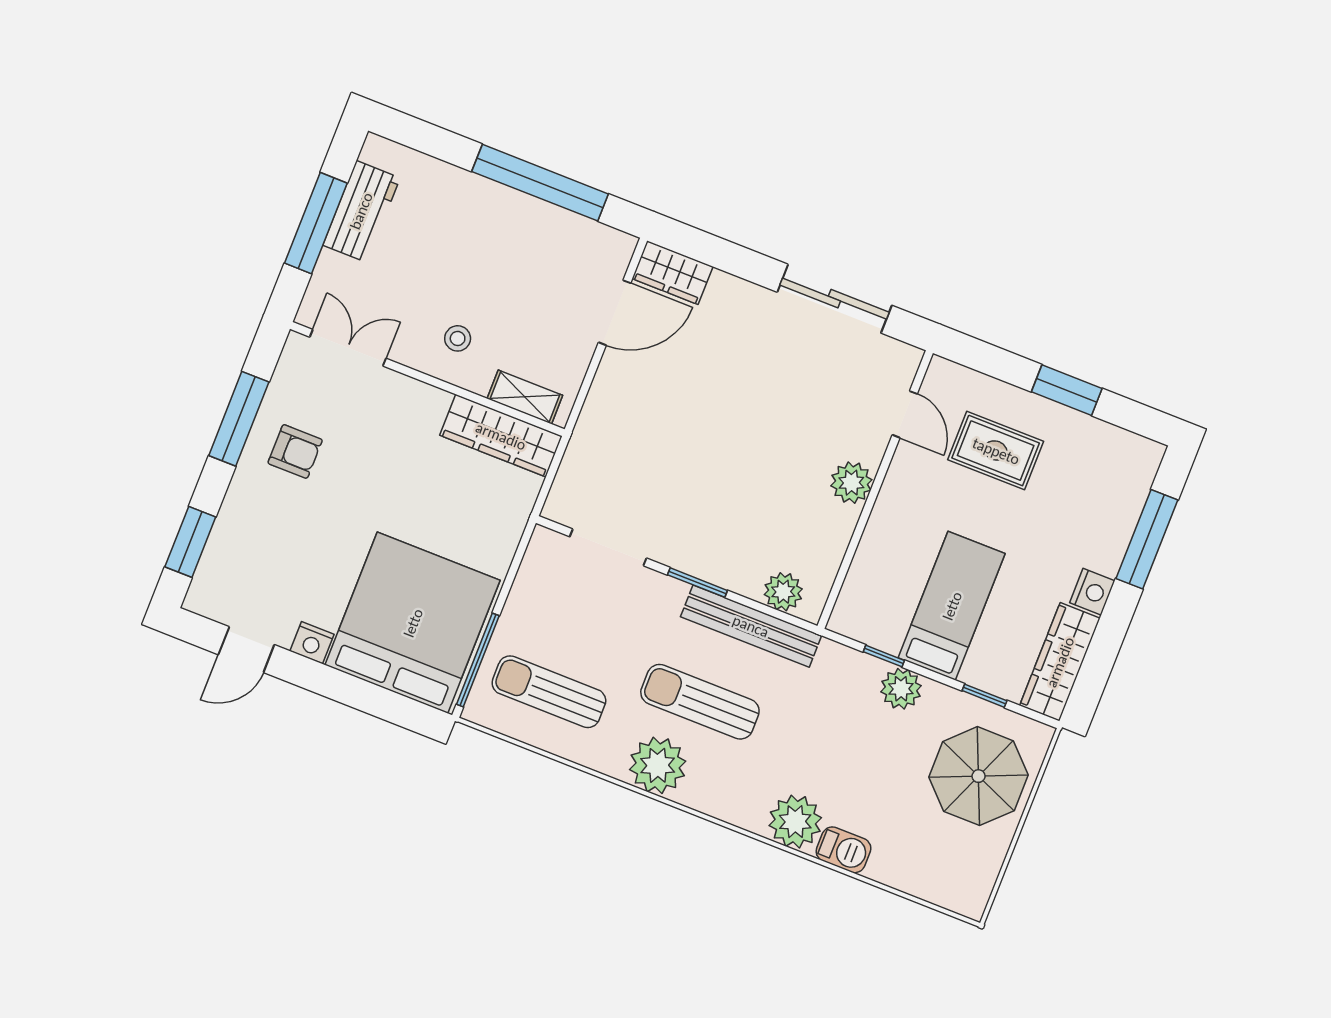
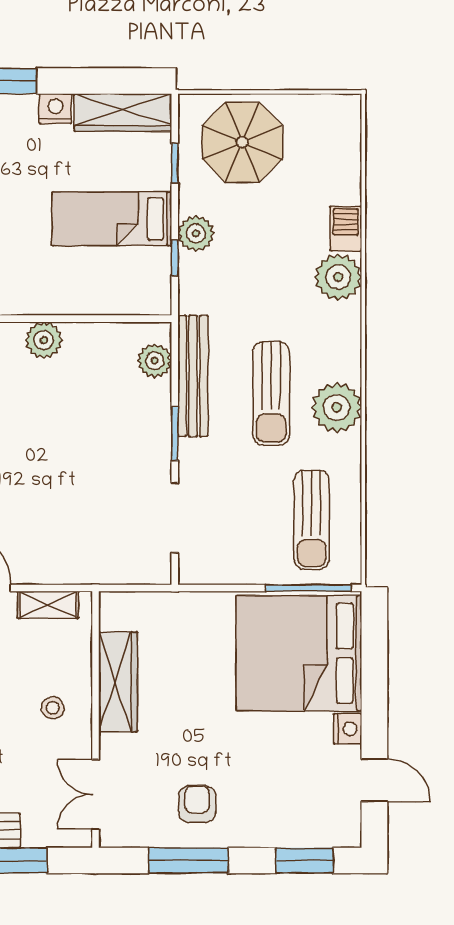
shelving: (525, 397) -> (48, 605), moved, turned 90
wardrobe: (501, 436) -> (118, 682), moved

